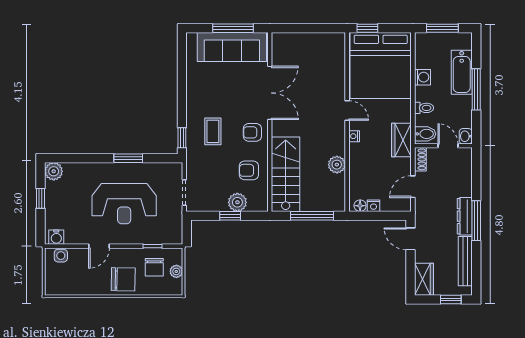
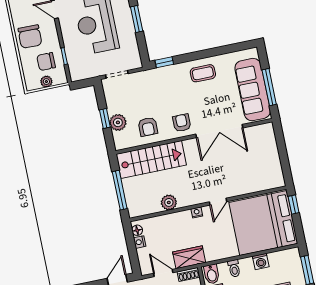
coffee table: (213, 131) -> (203, 73), moved
wardrobe: (401, 140) -> (189, 257), moved
armchair: (249, 170) -> (148, 127), turned 180

